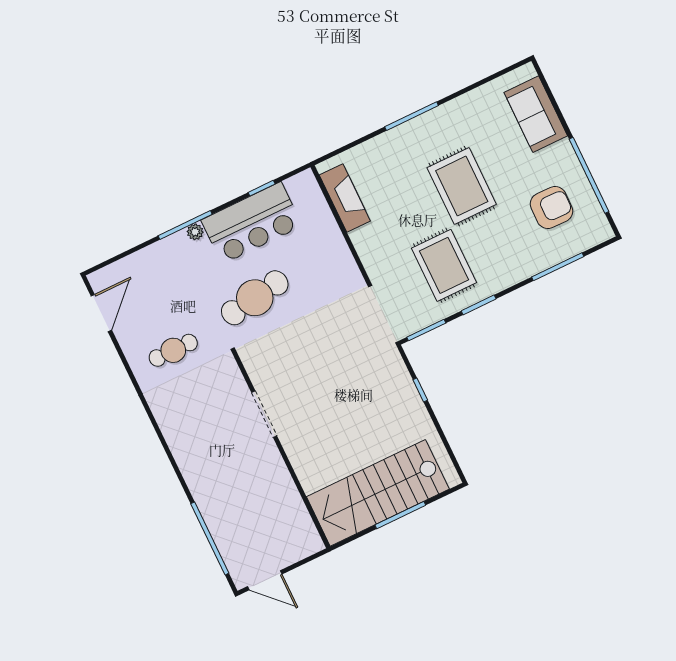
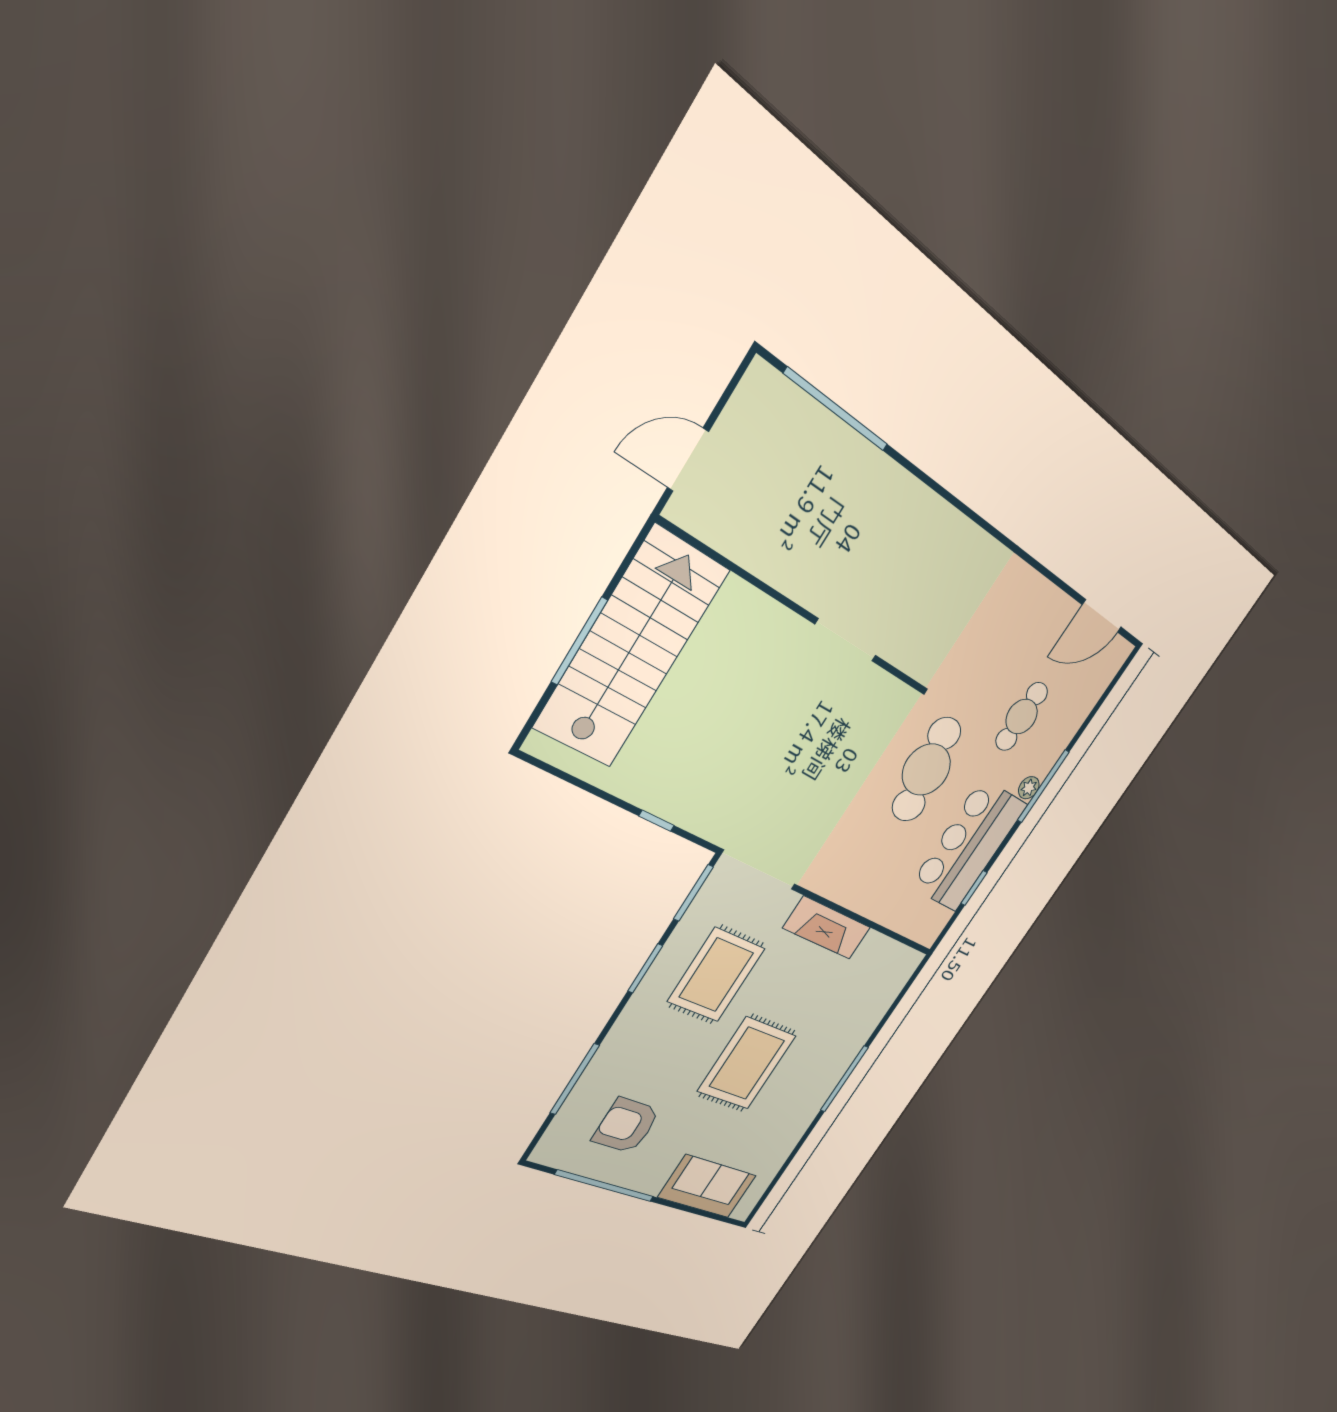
rug: (462, 186) -> (747, 1063), turned 90
fireplace: (345, 198) -> (827, 928), moved
armchair: (551, 208) -> (626, 1125), turned 89
rug: (444, 265) -> (716, 975), turned 90
door: (101, 313) -> (1102, 616), hinge flipped
cafe table: (173, 350) -> (1022, 717), moved
door: (265, 580) -> (688, 460), moved

